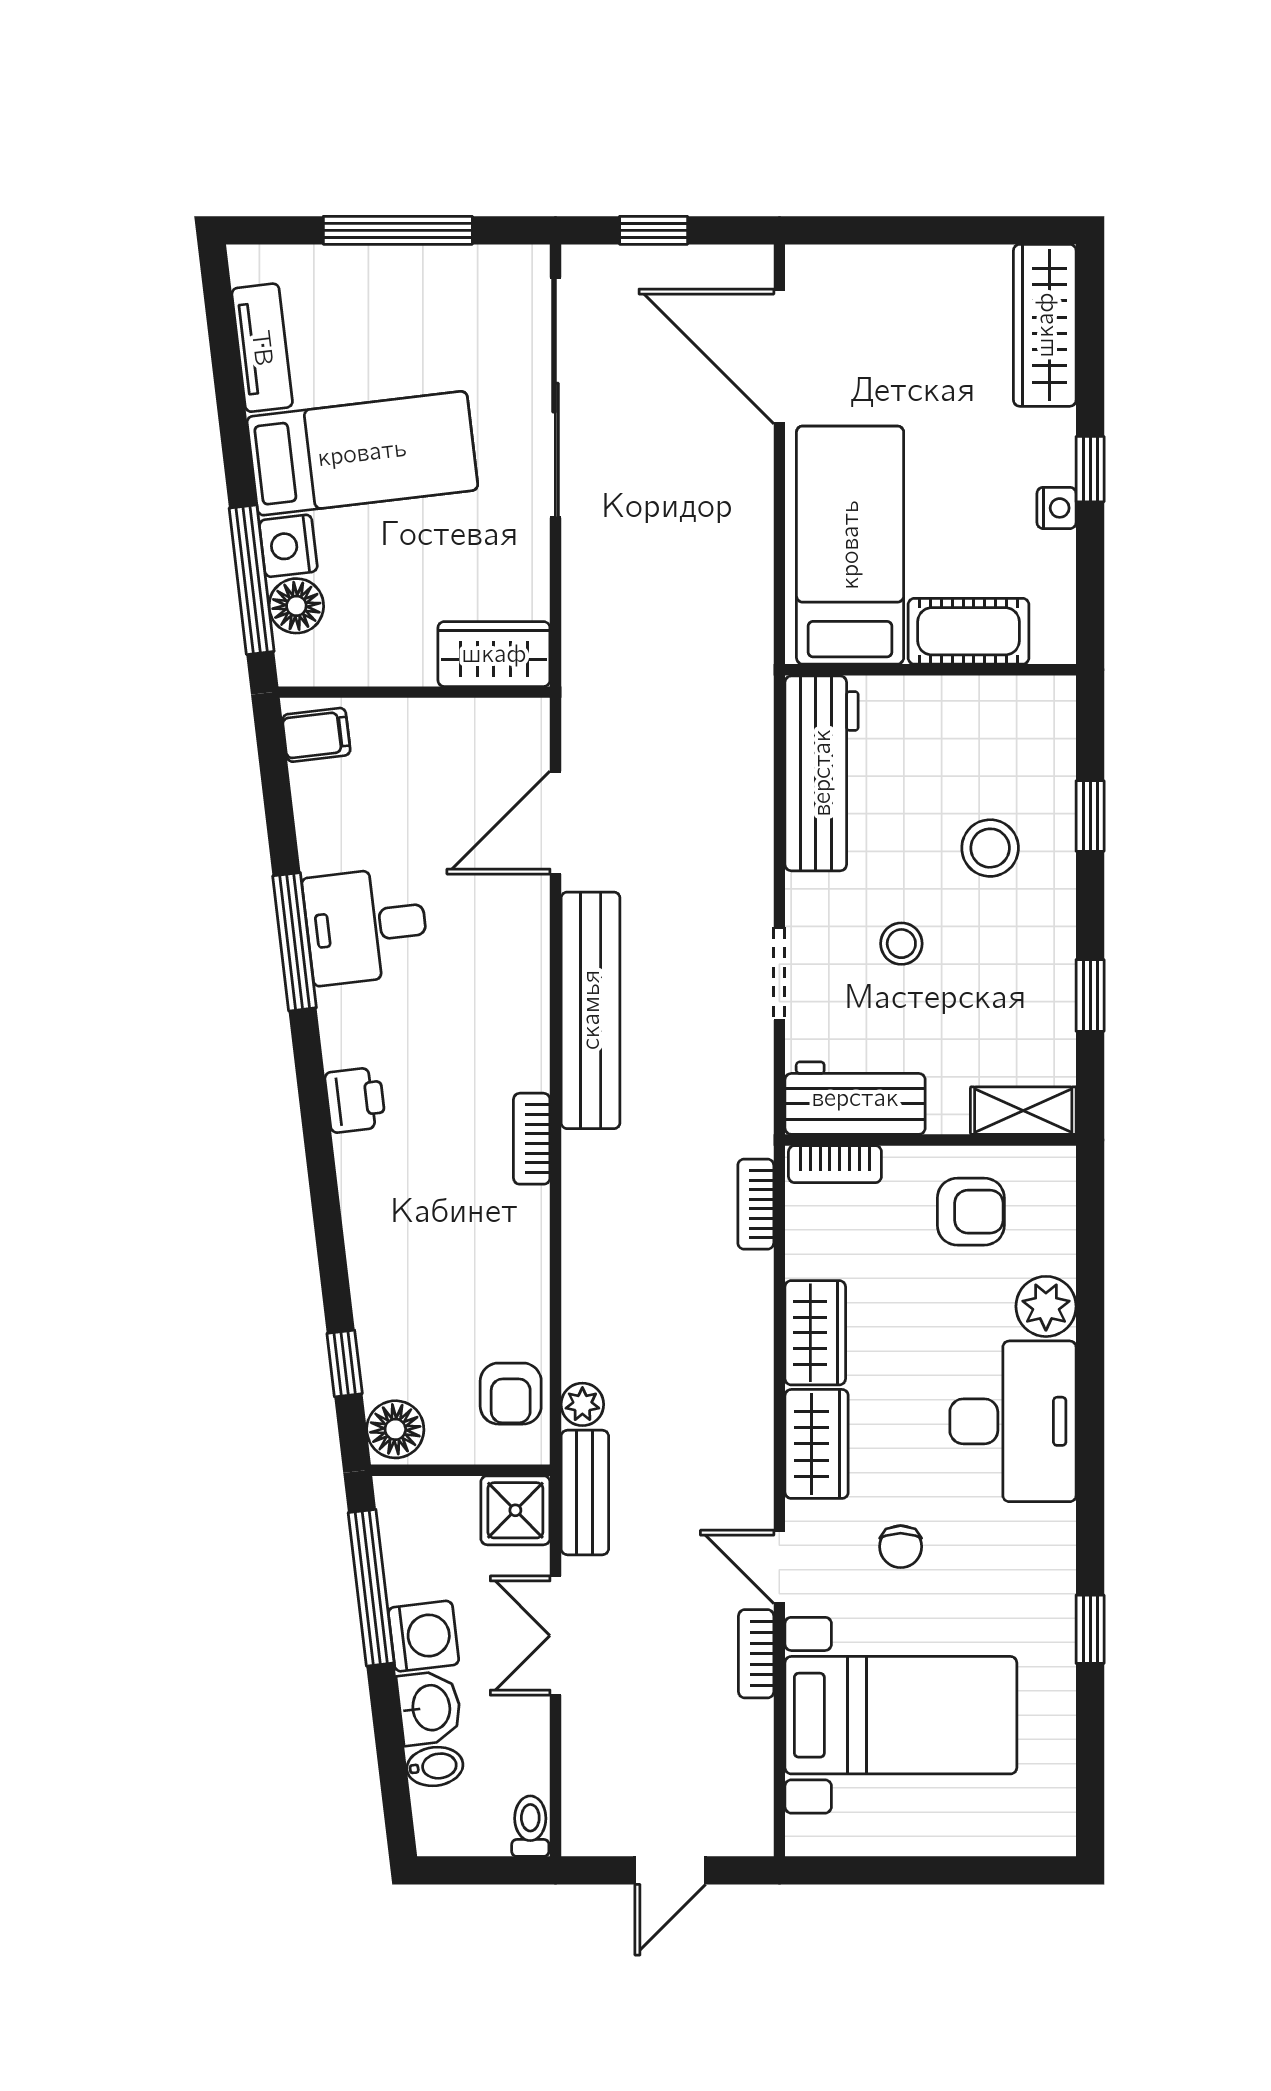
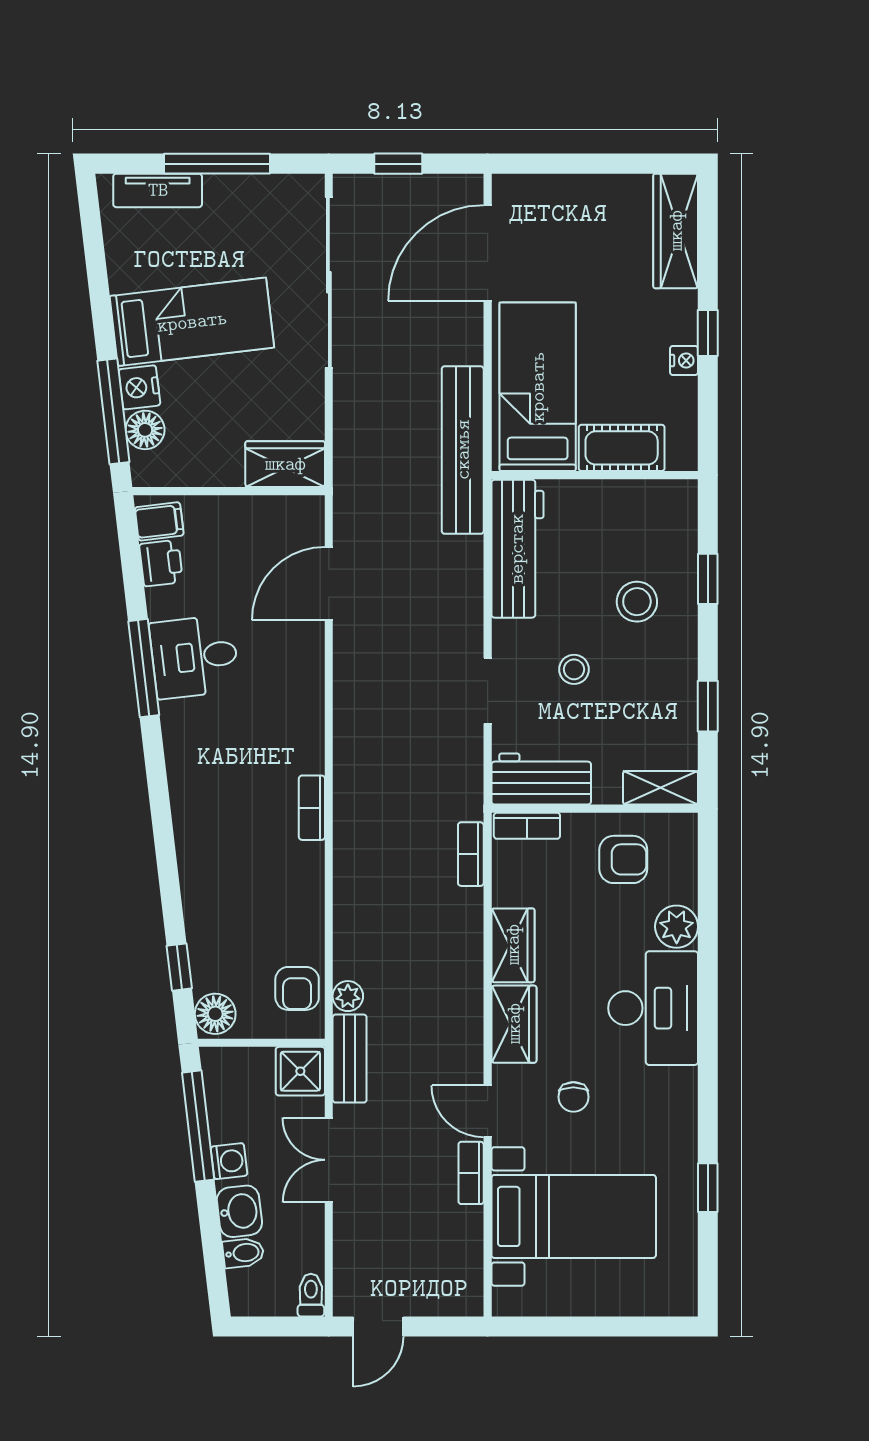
tv unit: (262, 348) -> (158, 190), moved, turned 97
door: (779, 356) -> (488, 253), hinge flipped
bench: (591, 1010) -> (463, 450), moved
printer: (355, 1100) -> (161, 563), moved
window: (1090, 1629) -> (708, 1188), moved
washing machine: (424, 1636) -> (229, 1161), width x0.73, depth x0.73
door: (670, 1870) -> (378, 1327), moved

